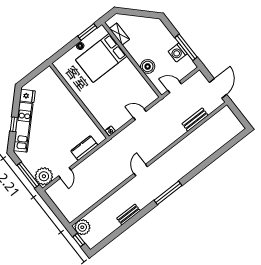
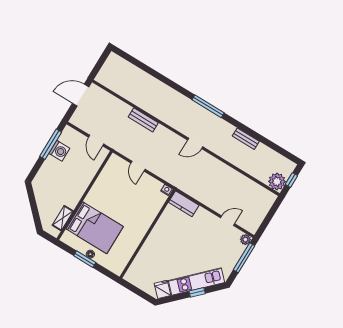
window: (87, 32) -> (85, 259), moved
boiler: (148, 66) -> (85, 176), removed
bench: (195, 120) -> (143, 120), moved
kitchen counter: (84, 148) -> (184, 204), moved
plant: (44, 176) -> (245, 240), width x0.53, depth x0.53

